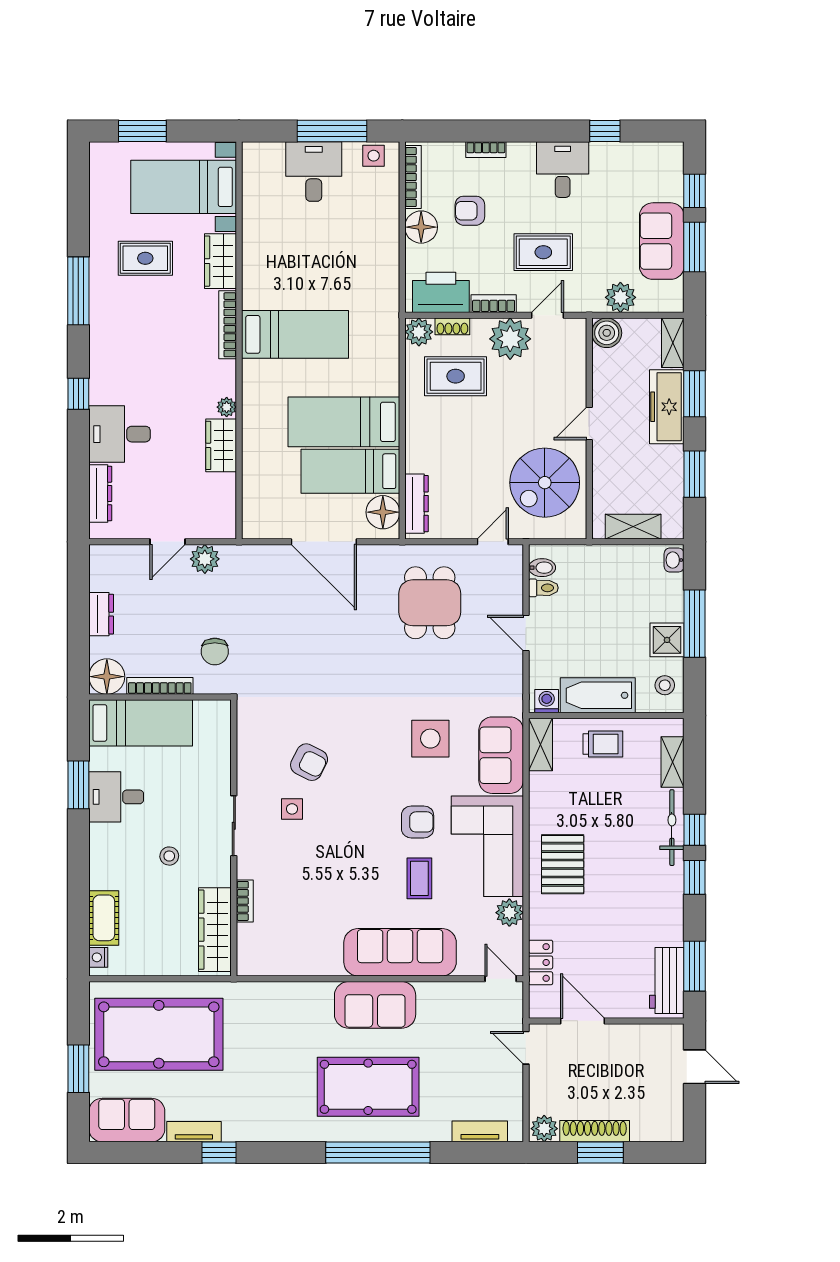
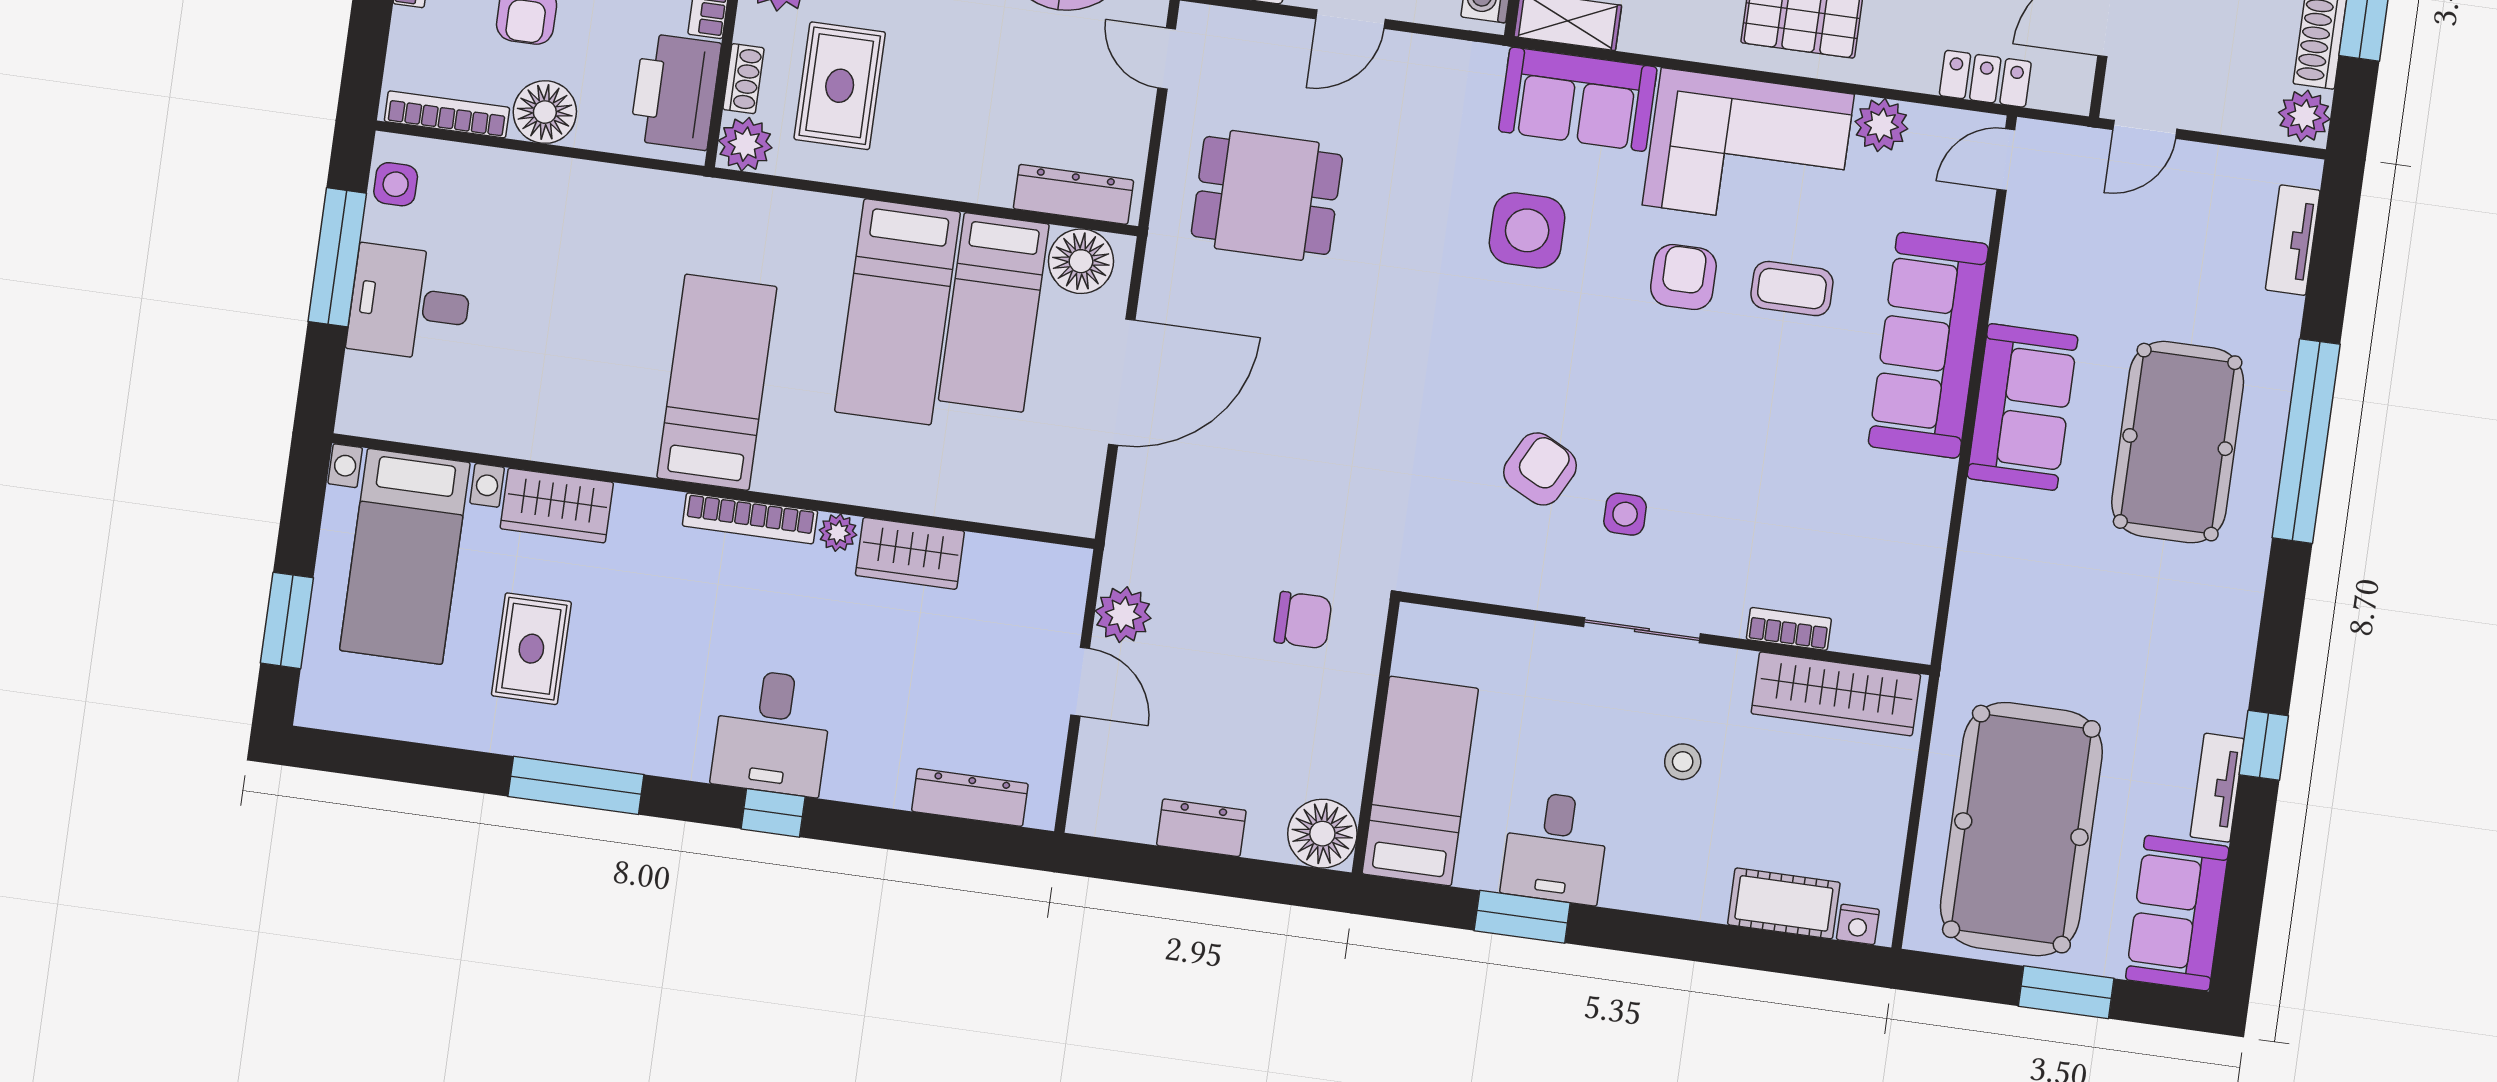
bookcase: (228, 325) -> (750, 518), moved
desk: (120, 434) -> (772, 732), moved
bookcase: (160, 686) -> (1354, 734), removed

